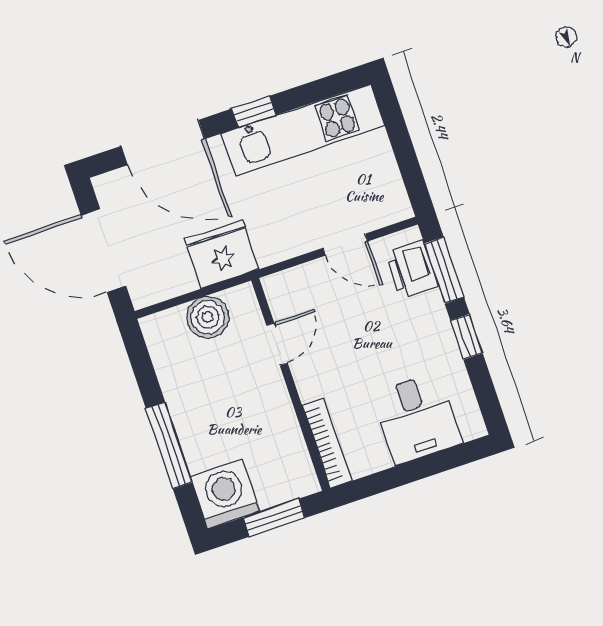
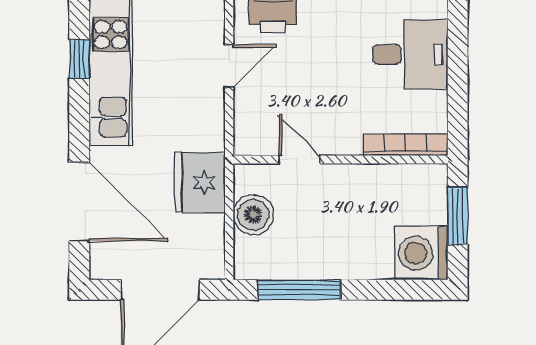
window: (254, 112) -> (79, 59), moved
door: (163, 142) -> (79, 202), hinge flipped
window: (169, 445) -> (299, 290), moved

